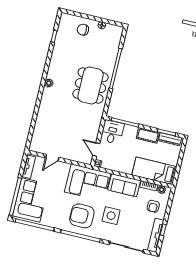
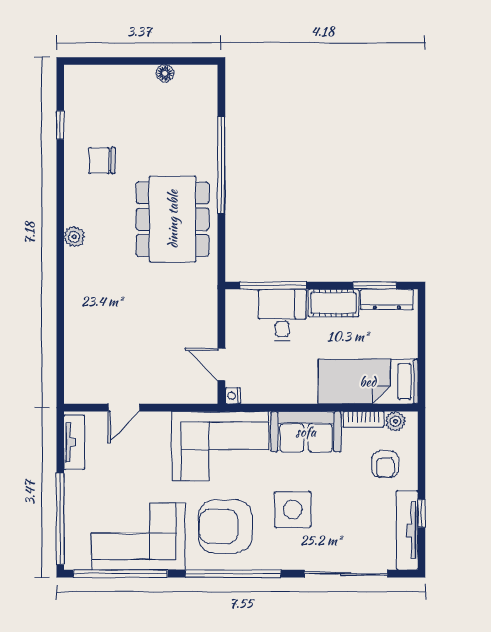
chair: (83, 30) -> (102, 160), moved
desk: (112, 132) -> (282, 315), moved
corner sofa: (31, 200) -> (138, 536), moved, turned -90

